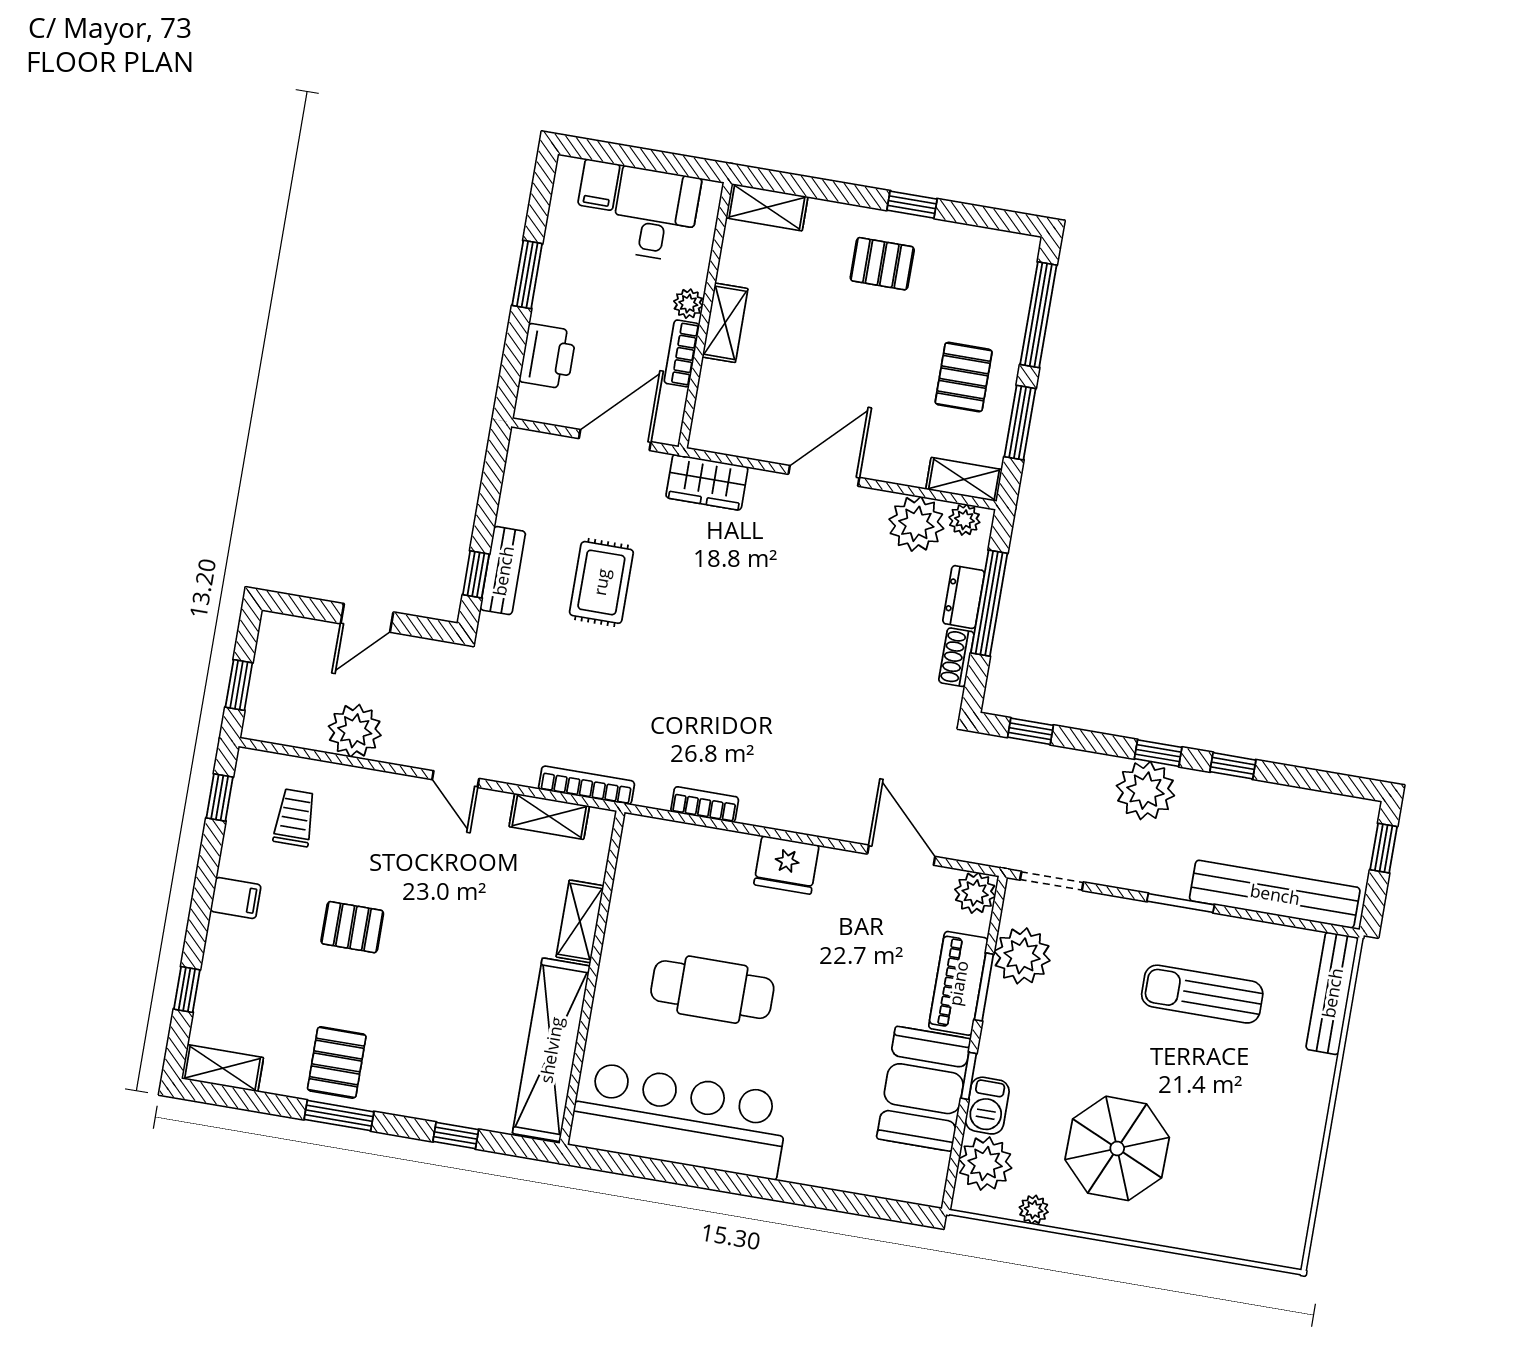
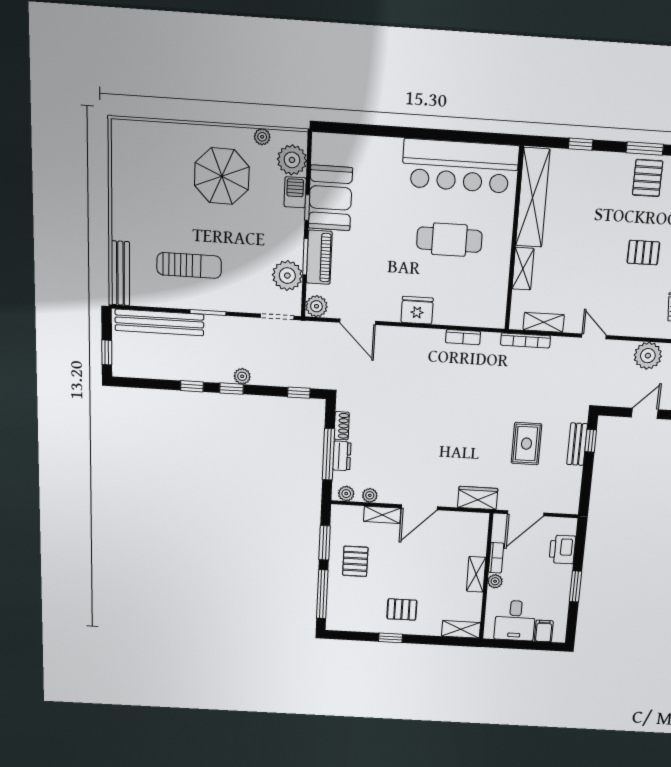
shelving: (964, 479) -> (382, 515), moved
plant: (916, 524) -> (370, 495), width x0.53, depth x0.53
plant: (1145, 791) -> (242, 376), width x0.53, depth x0.53

